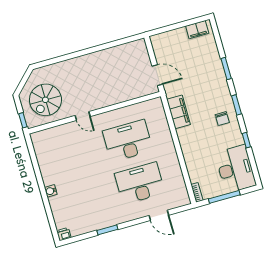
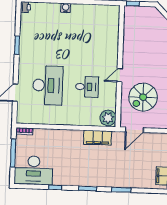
spiral stairs: (45, 100) -> (143, 97), moved, turned -90
plant: (154, 107) -> (108, 118), added
door: (83, 116) -> (120, 75), moved
chair: (222, 119) -> (80, 173), removed
desk: (128, 141) -> (87, 87), width x0.53, depth x0.77

